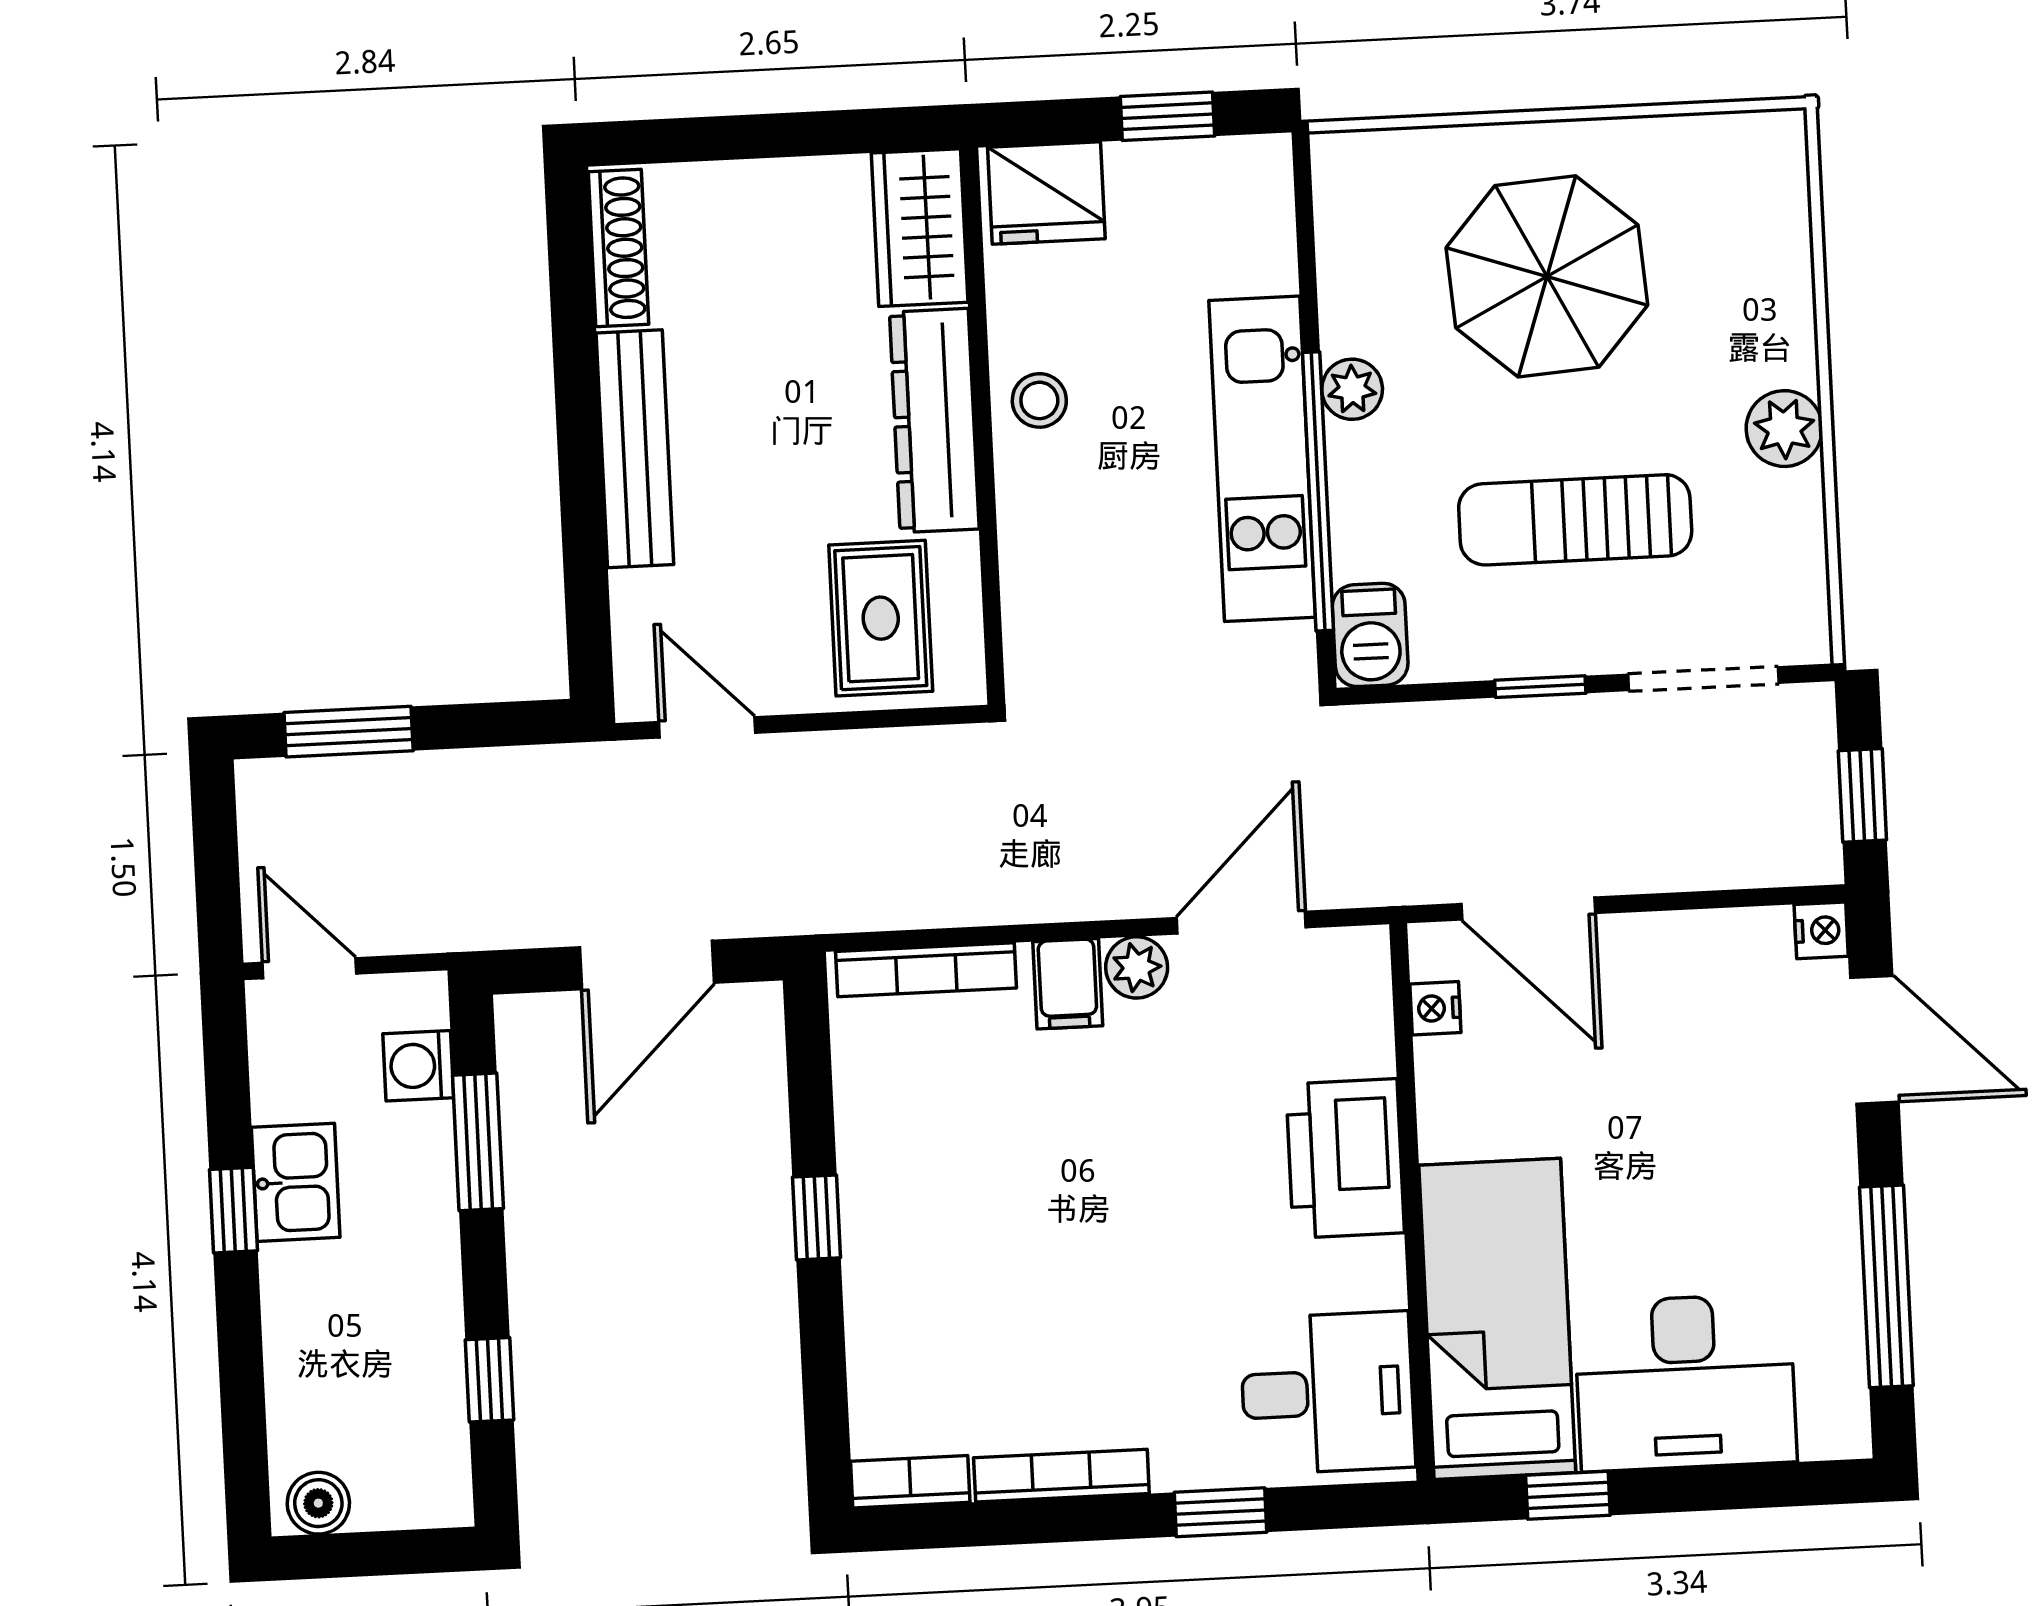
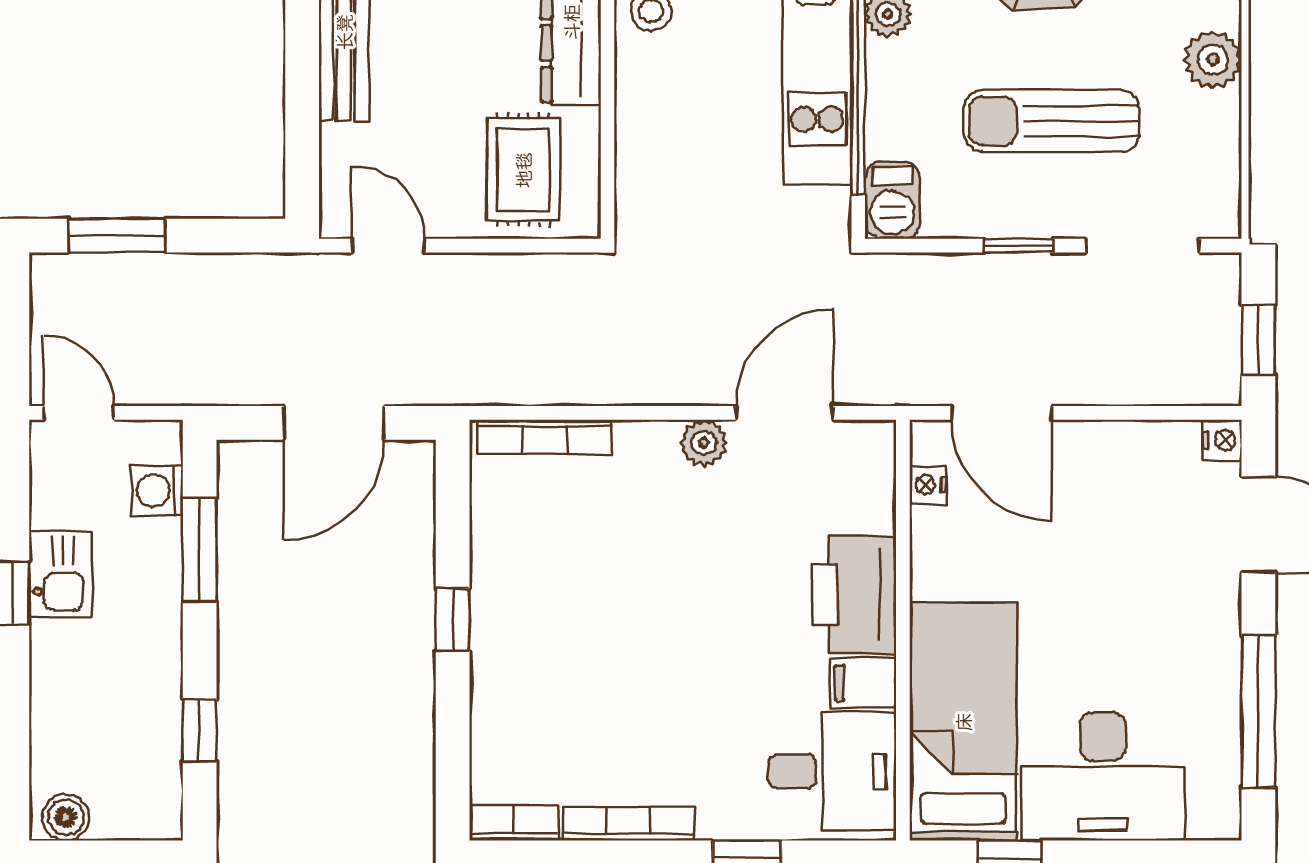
filing cabinet: (1068, 984) -> (863, 683), moved, turned 90

